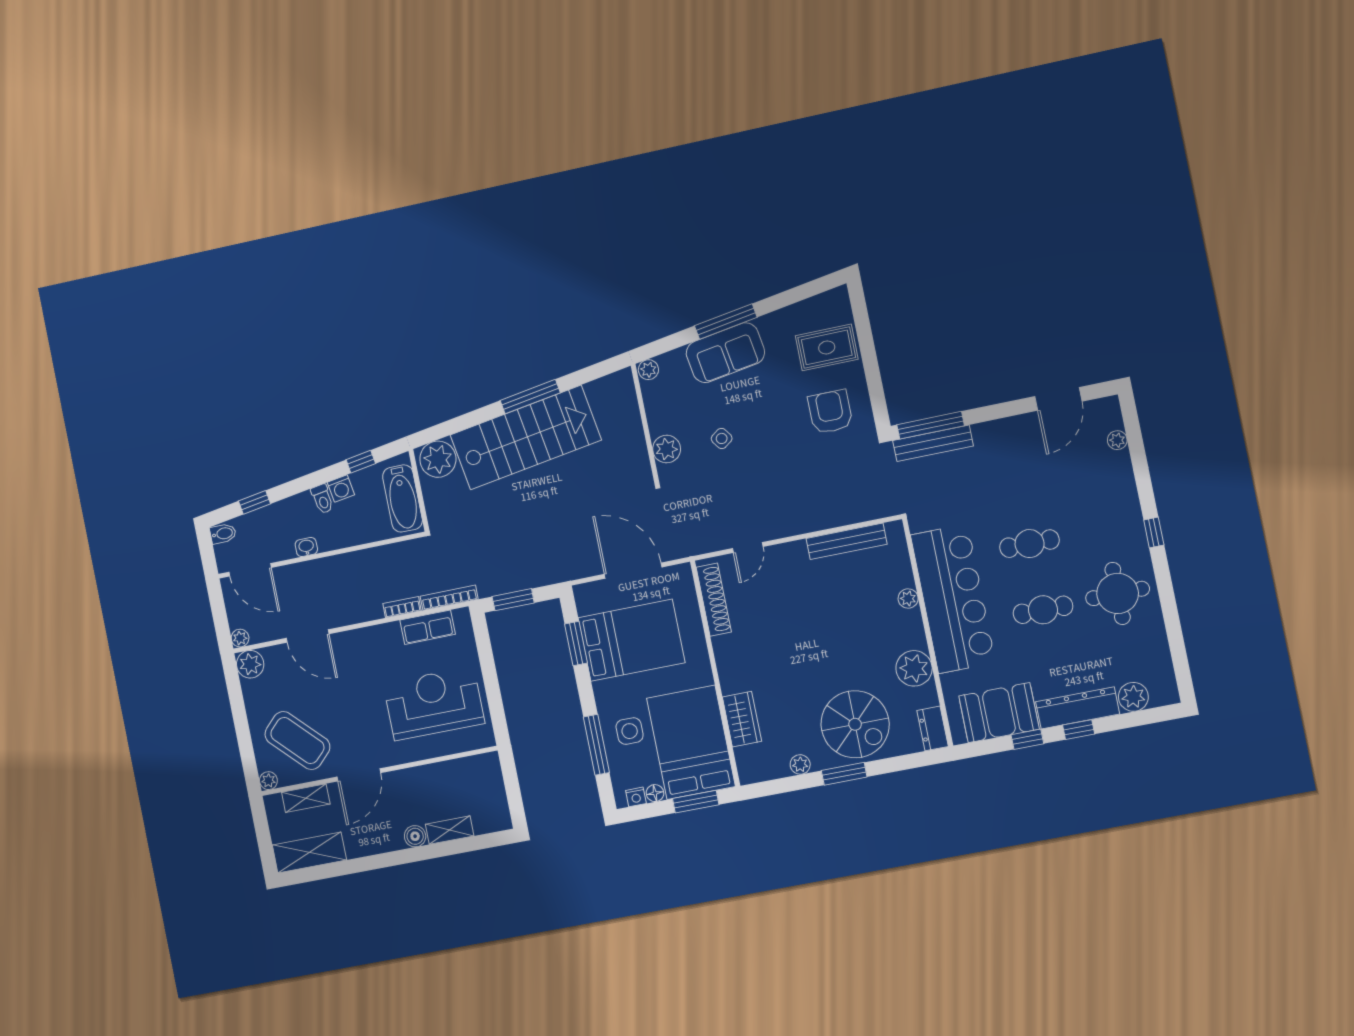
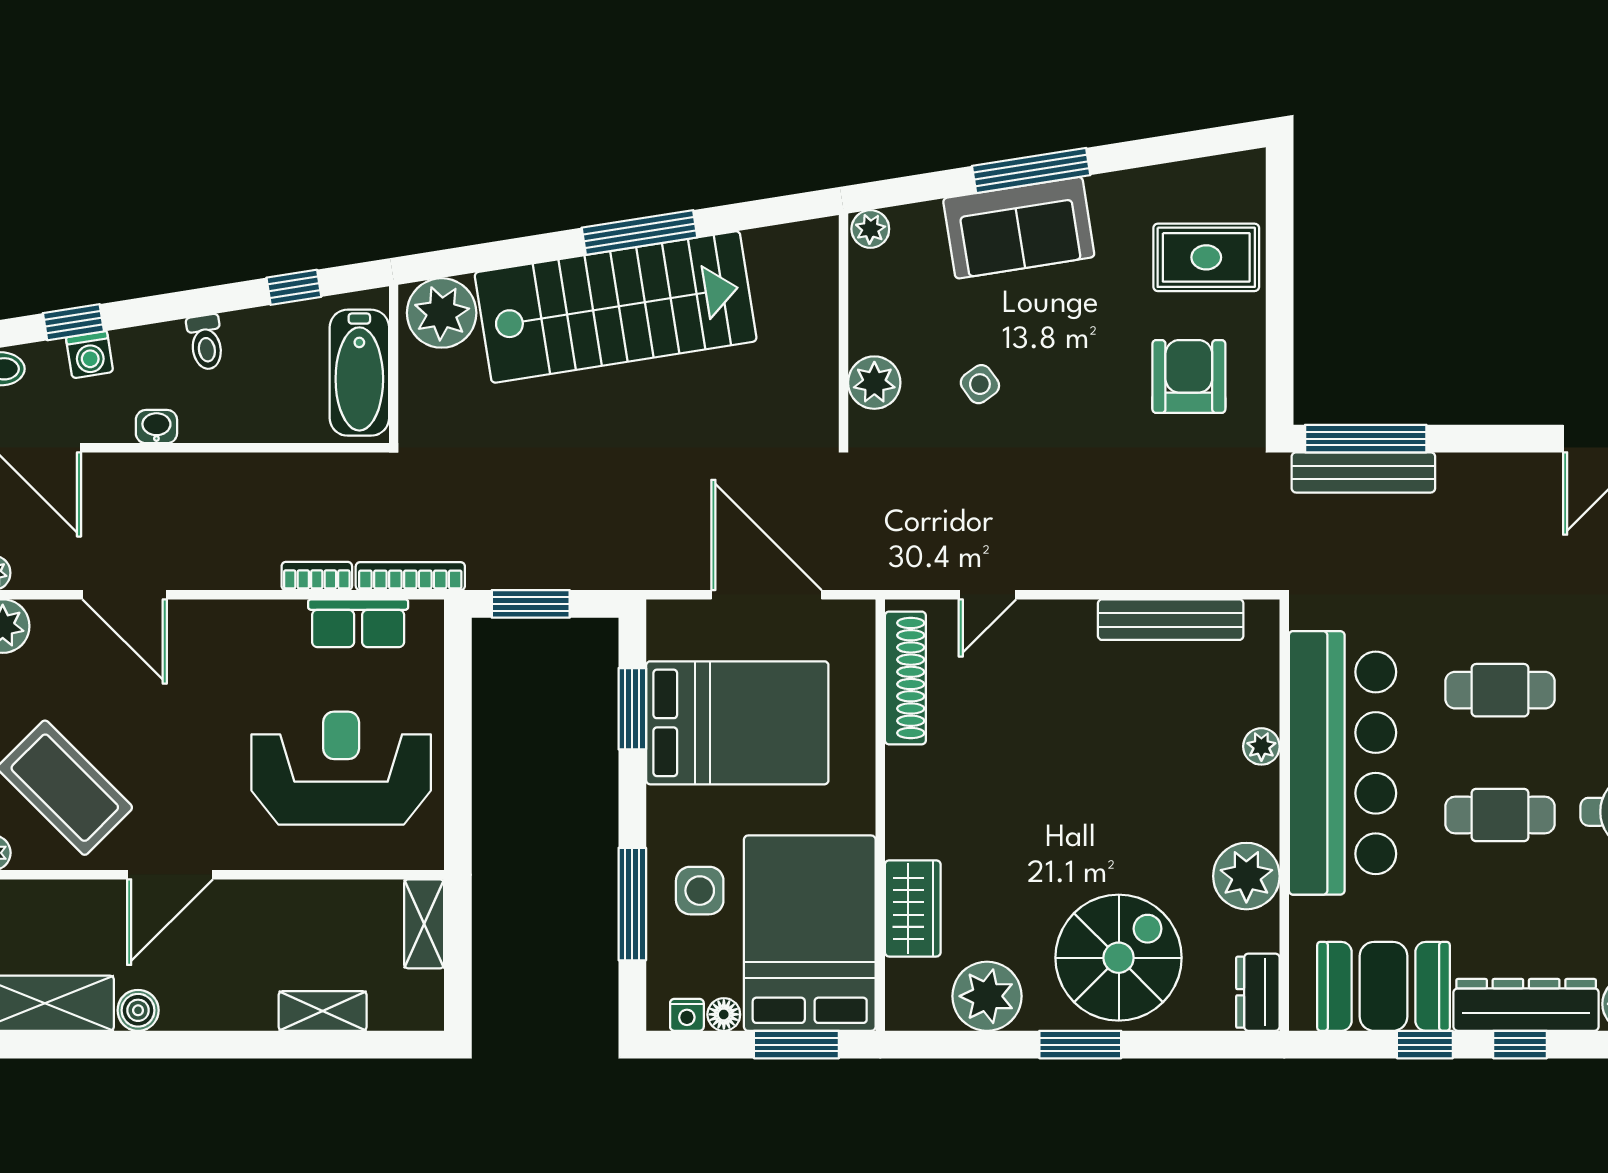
washing machine: (341, 489) -> (90, 355), moved
spiral stairs: (855, 724) -> (1119, 958), turned -90
plant: (800, 764) -> (987, 996), width x1.87, depth x1.87
shelving: (306, 798) -> (424, 924), moved, turned 90
boiler: (415, 836) -> (138, 1010), moved

